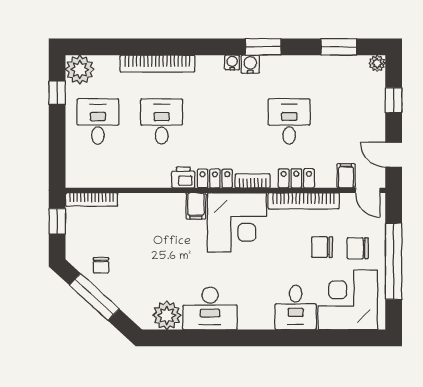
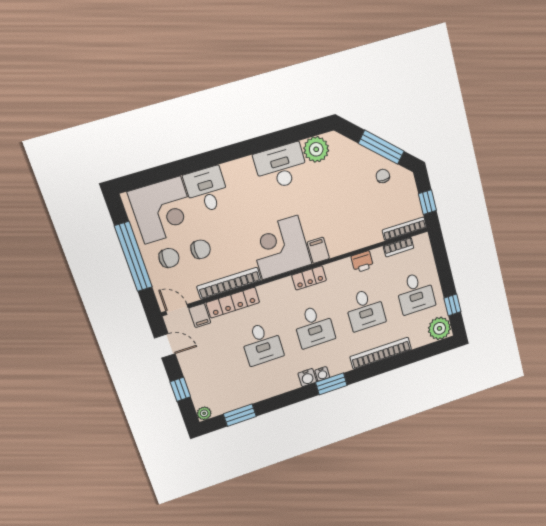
window: (263, 47) -> (331, 384), moved
desk: (225, 121) -> (314, 326), added
printer: (183, 177) -> (362, 262), moved
locker: (296, 178) -> (233, 303), width x1.53
bookcase: (253, 181) -> (398, 247), moved

